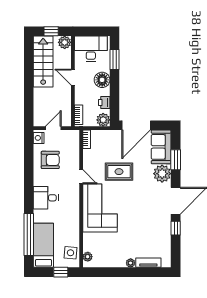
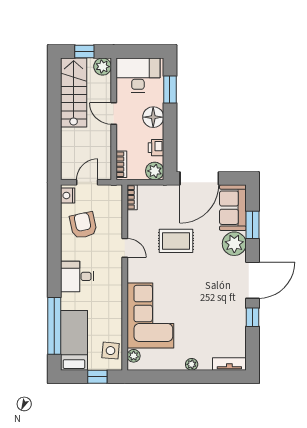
armchair: (50, 160) -> (83, 225), turned -102
corner sofa: (100, 208) -> (150, 316), moved
tv unit: (148, 263) -> (229, 364), moved

